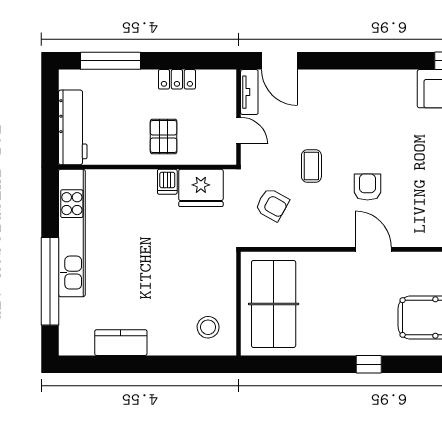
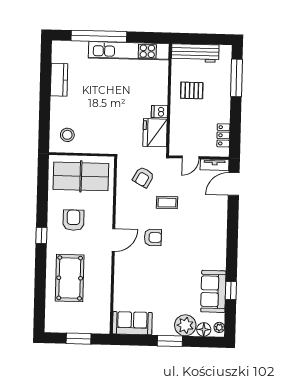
locker: (177, 79) -> (223, 135), moved
pallet: (164, 137) -> (192, 90), moved
armchair: (343, 314) -> (73, 220), added

